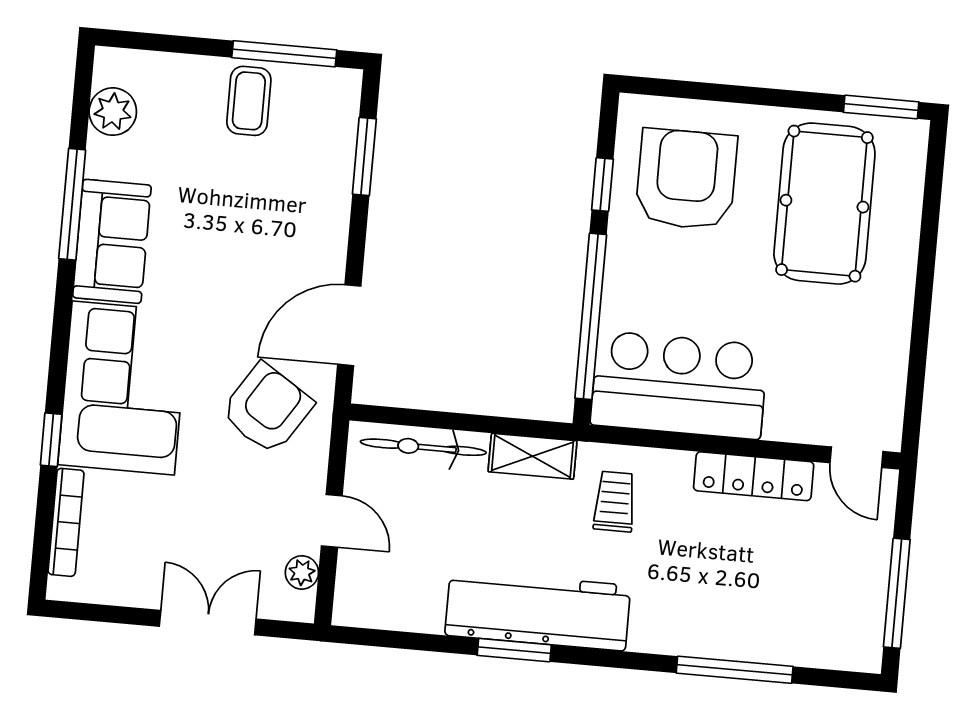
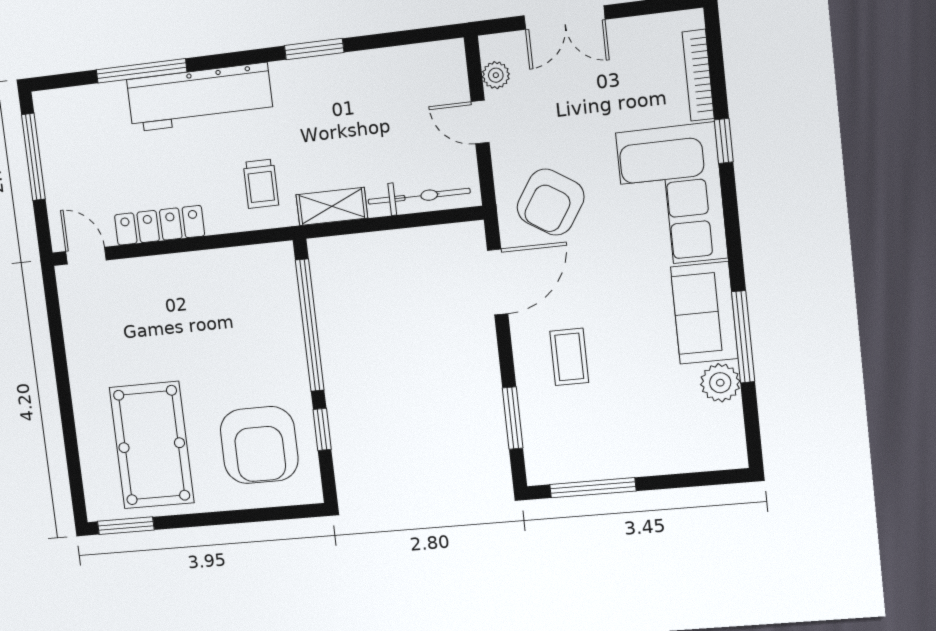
coffee table: (249, 101) -> (569, 357), moved
plant: (113, 112) -> (720, 383), moved
bar counter: (679, 385) -> (231, 285), removed
workbench: (538, 610) -> (200, 97), moved

